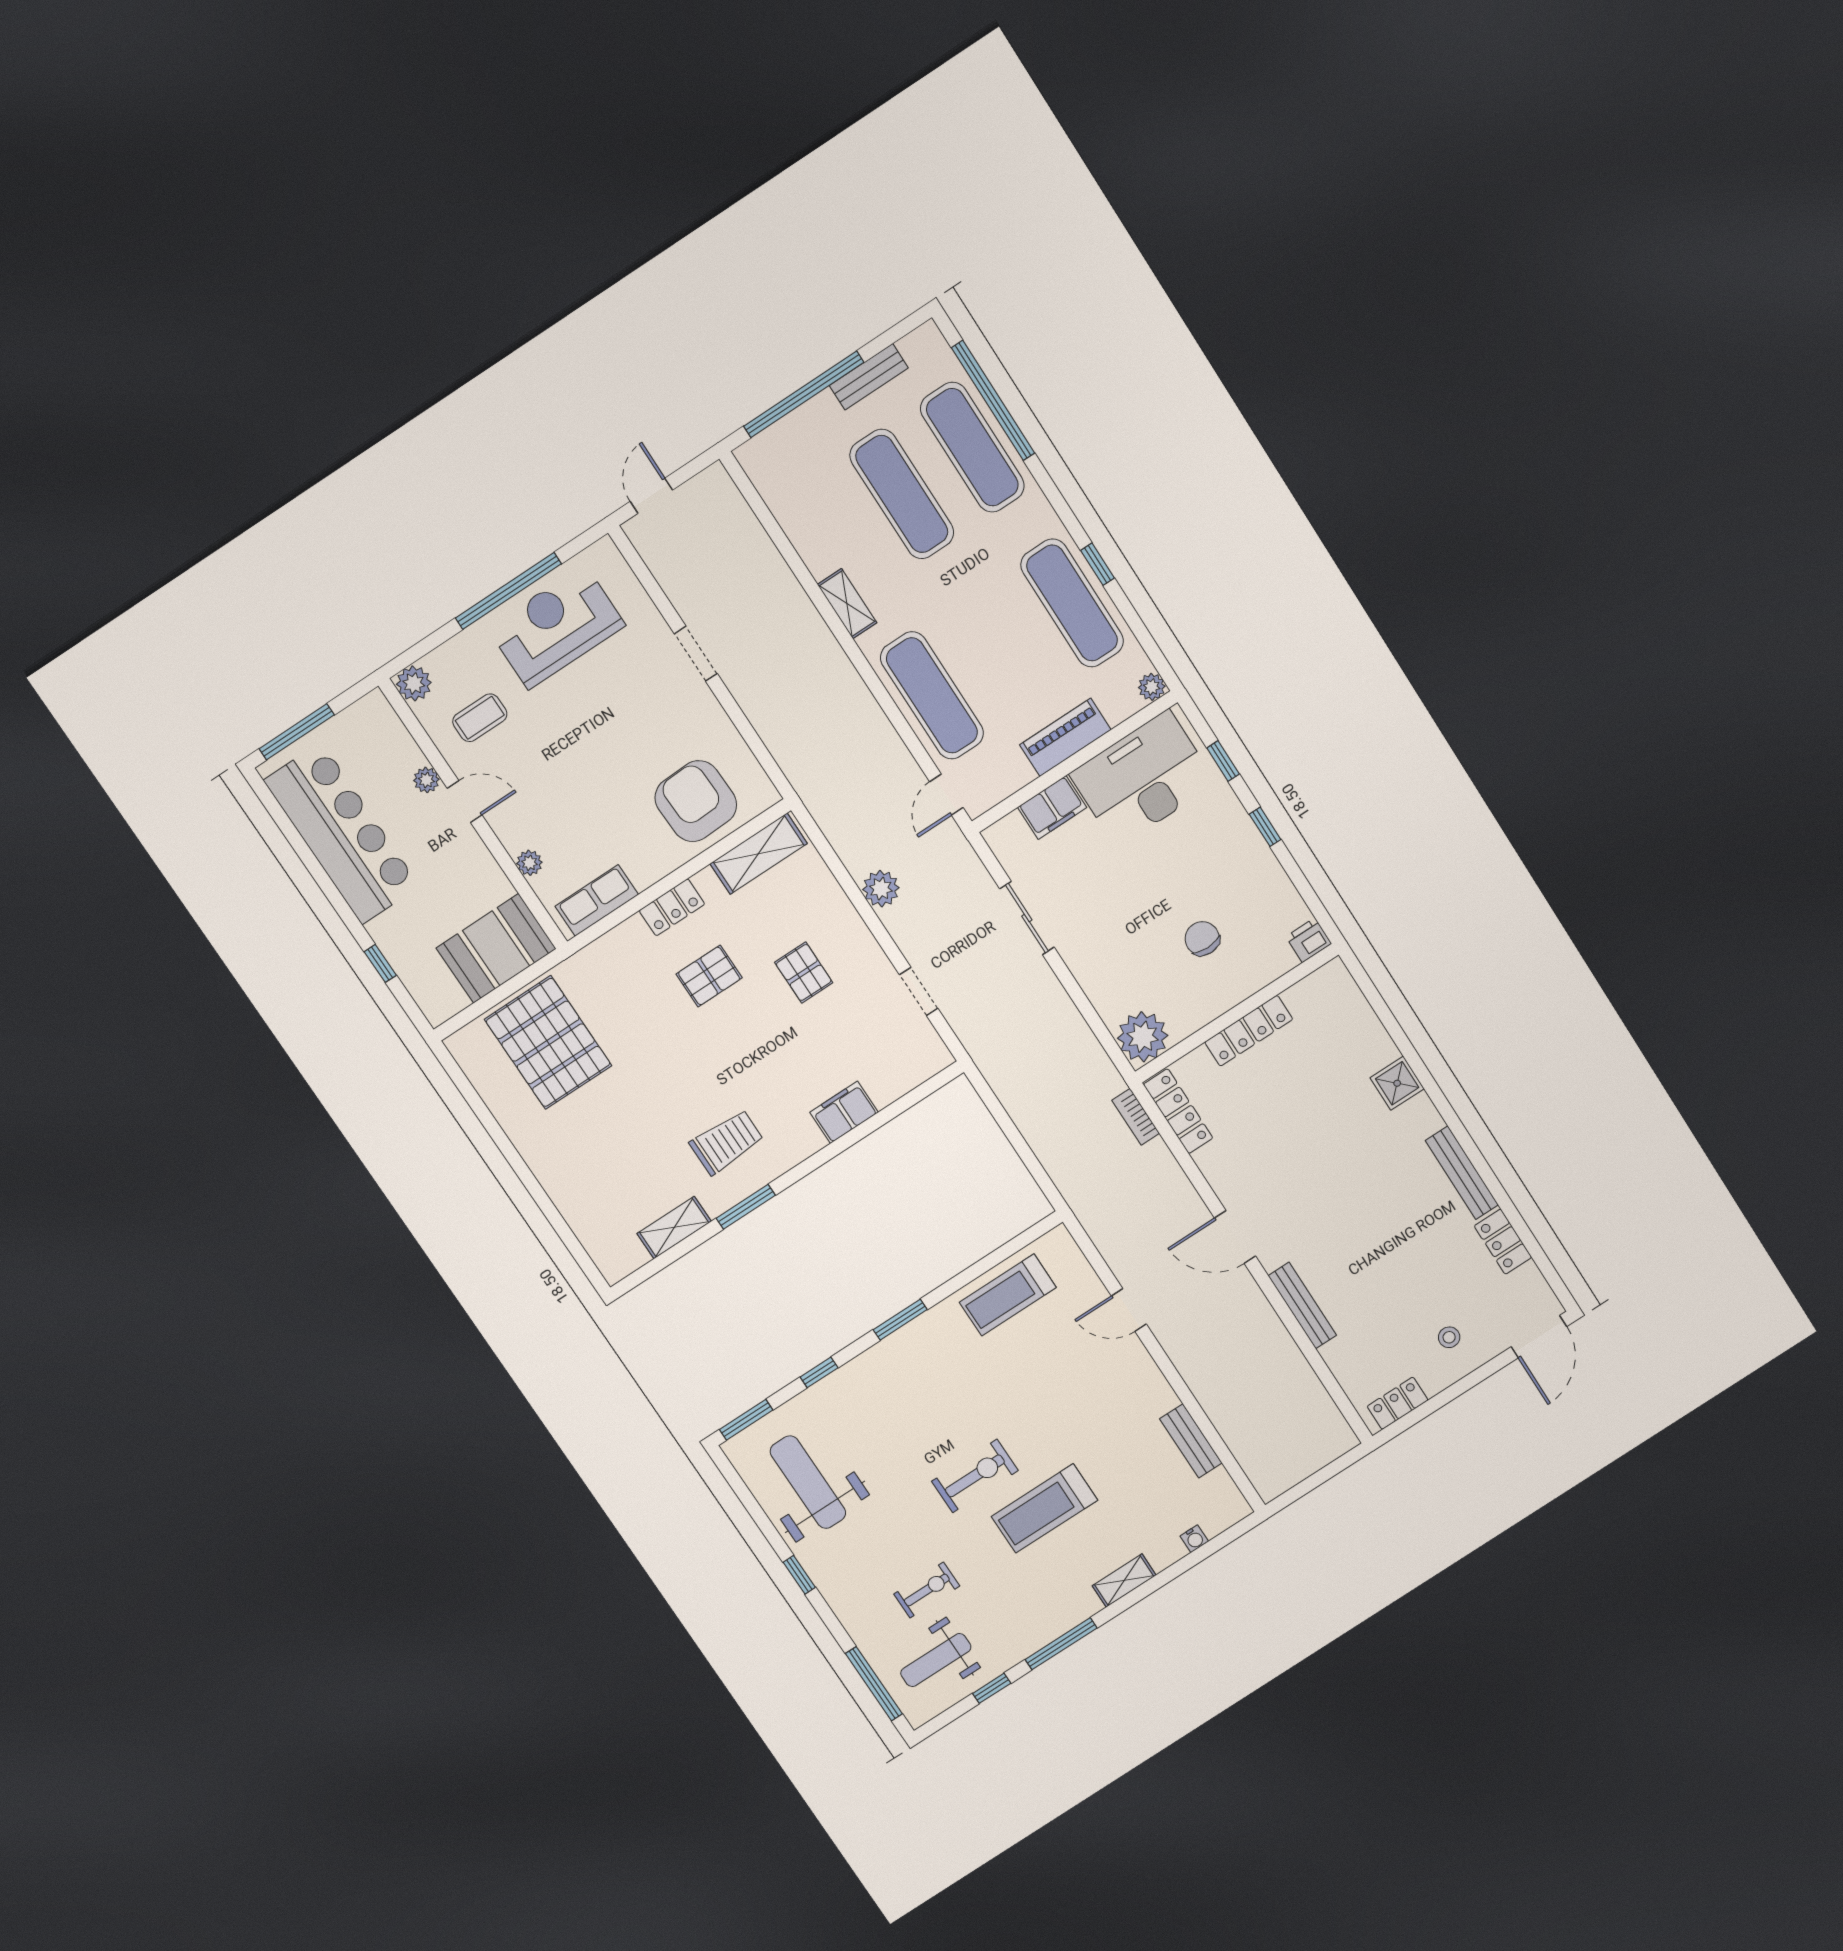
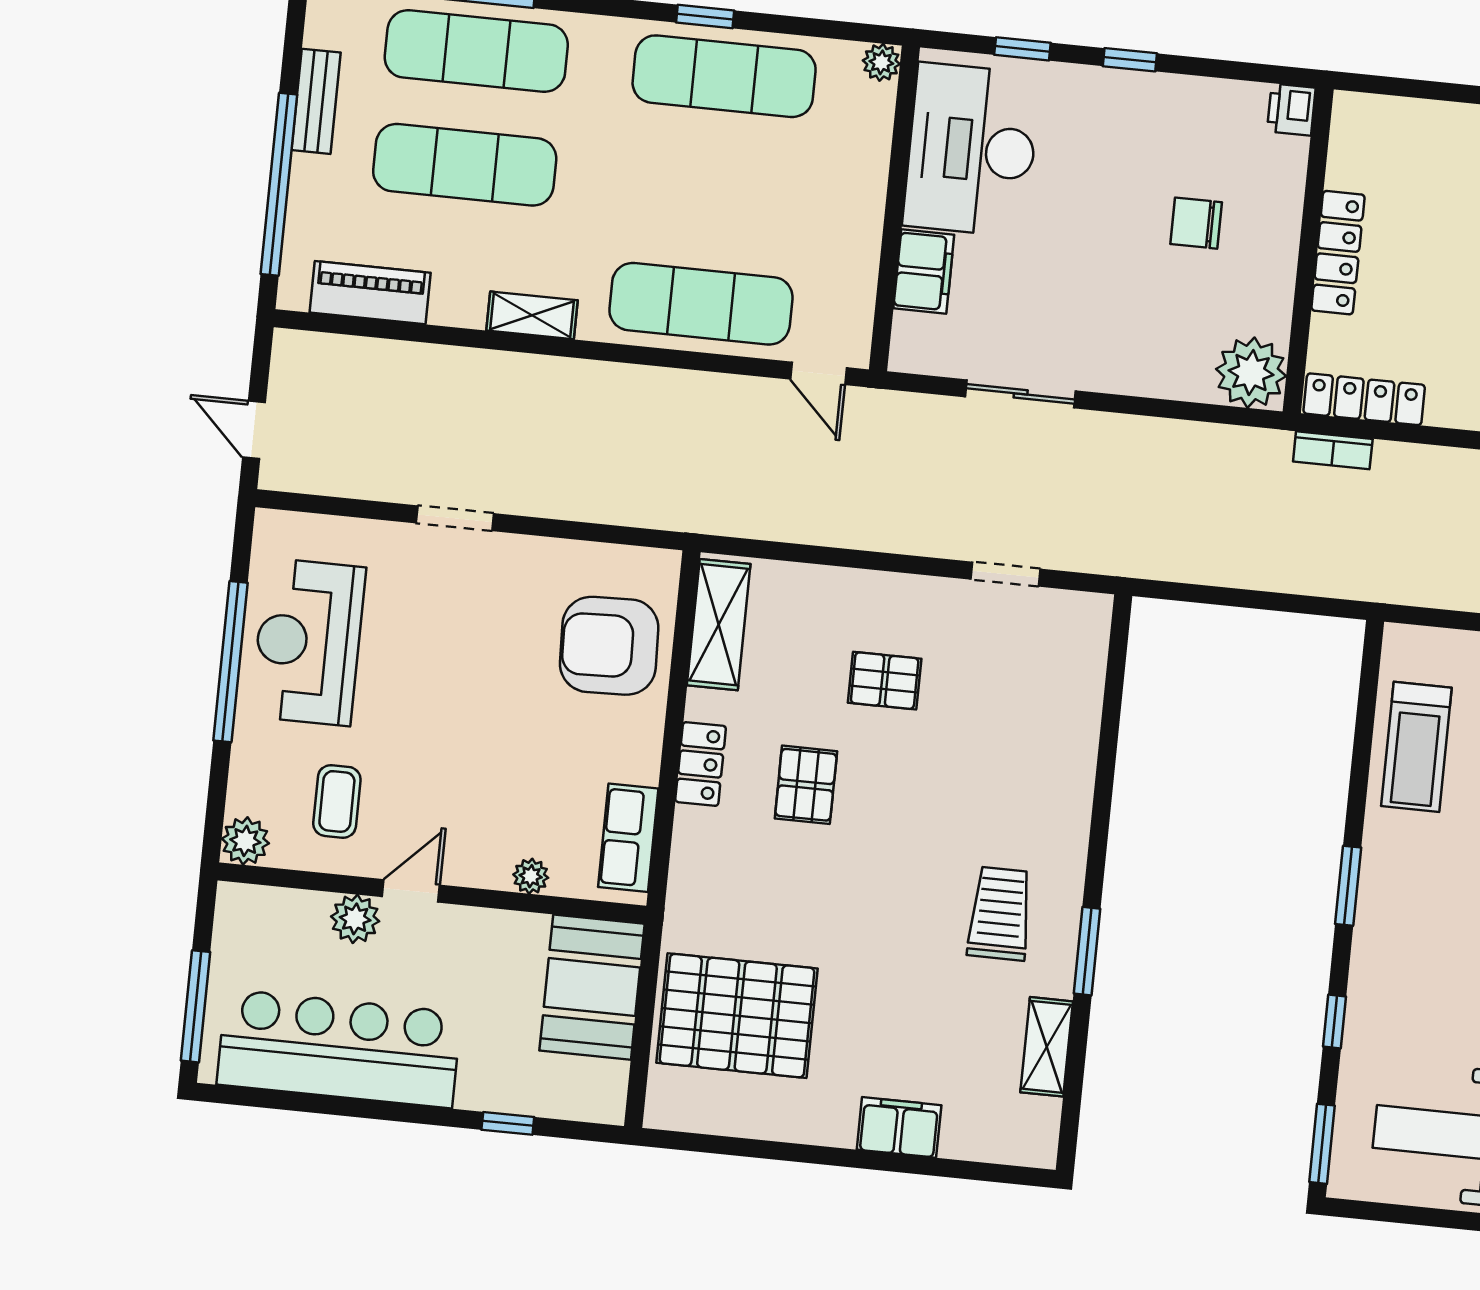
piano: (1065, 737) -> (370, 293), moved, turned 90
plant: (426, 780) -> (355, 919), width x1.38, depth x1.38
plant: (881, 889) -> (862, 525), removed
filing cabinet: (844, 1112) -> (899, 1127), moved, turned 90

